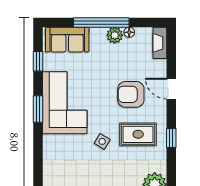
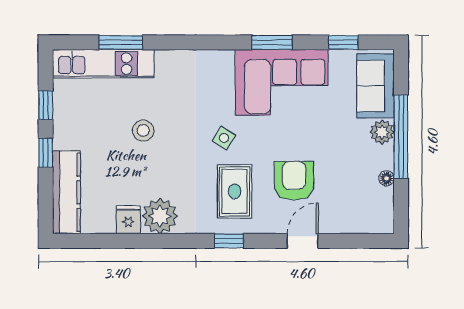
plant: (115, 35) -> (382, 132), moved
fireplace: (160, 43) -> (371, 224), removed

